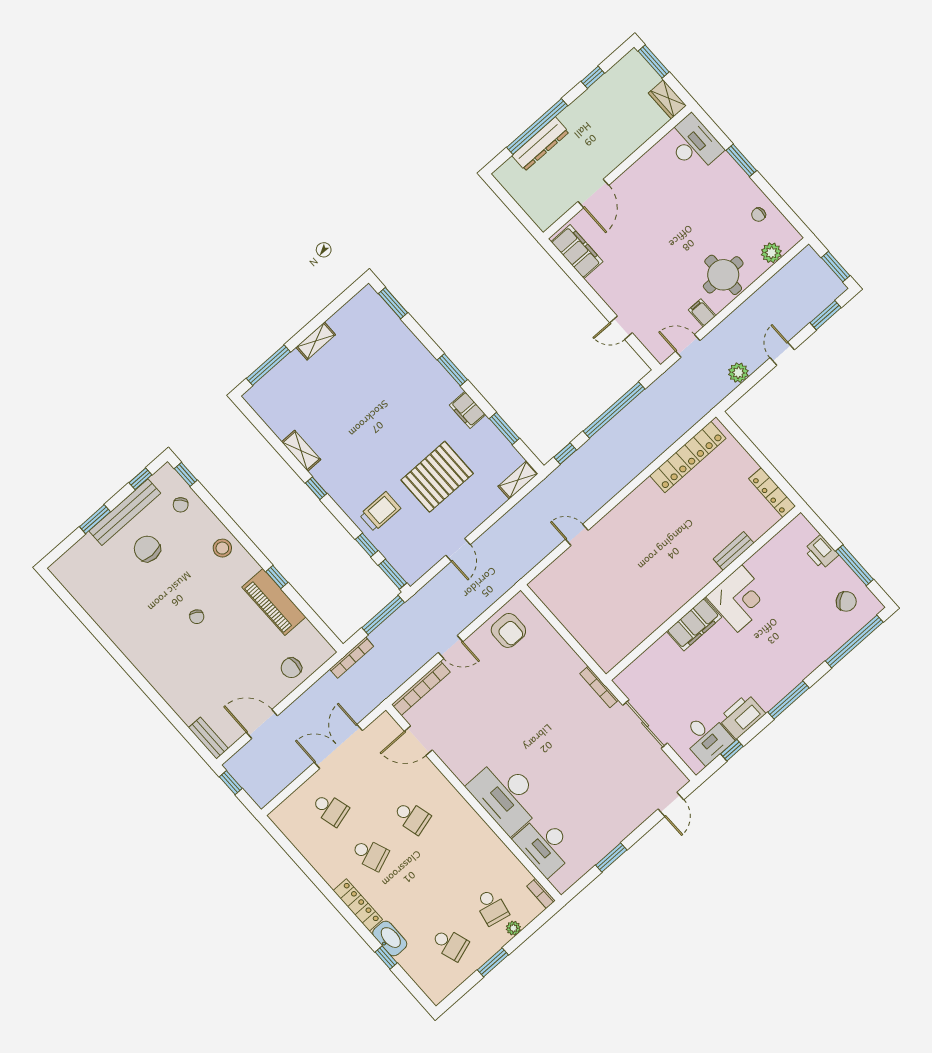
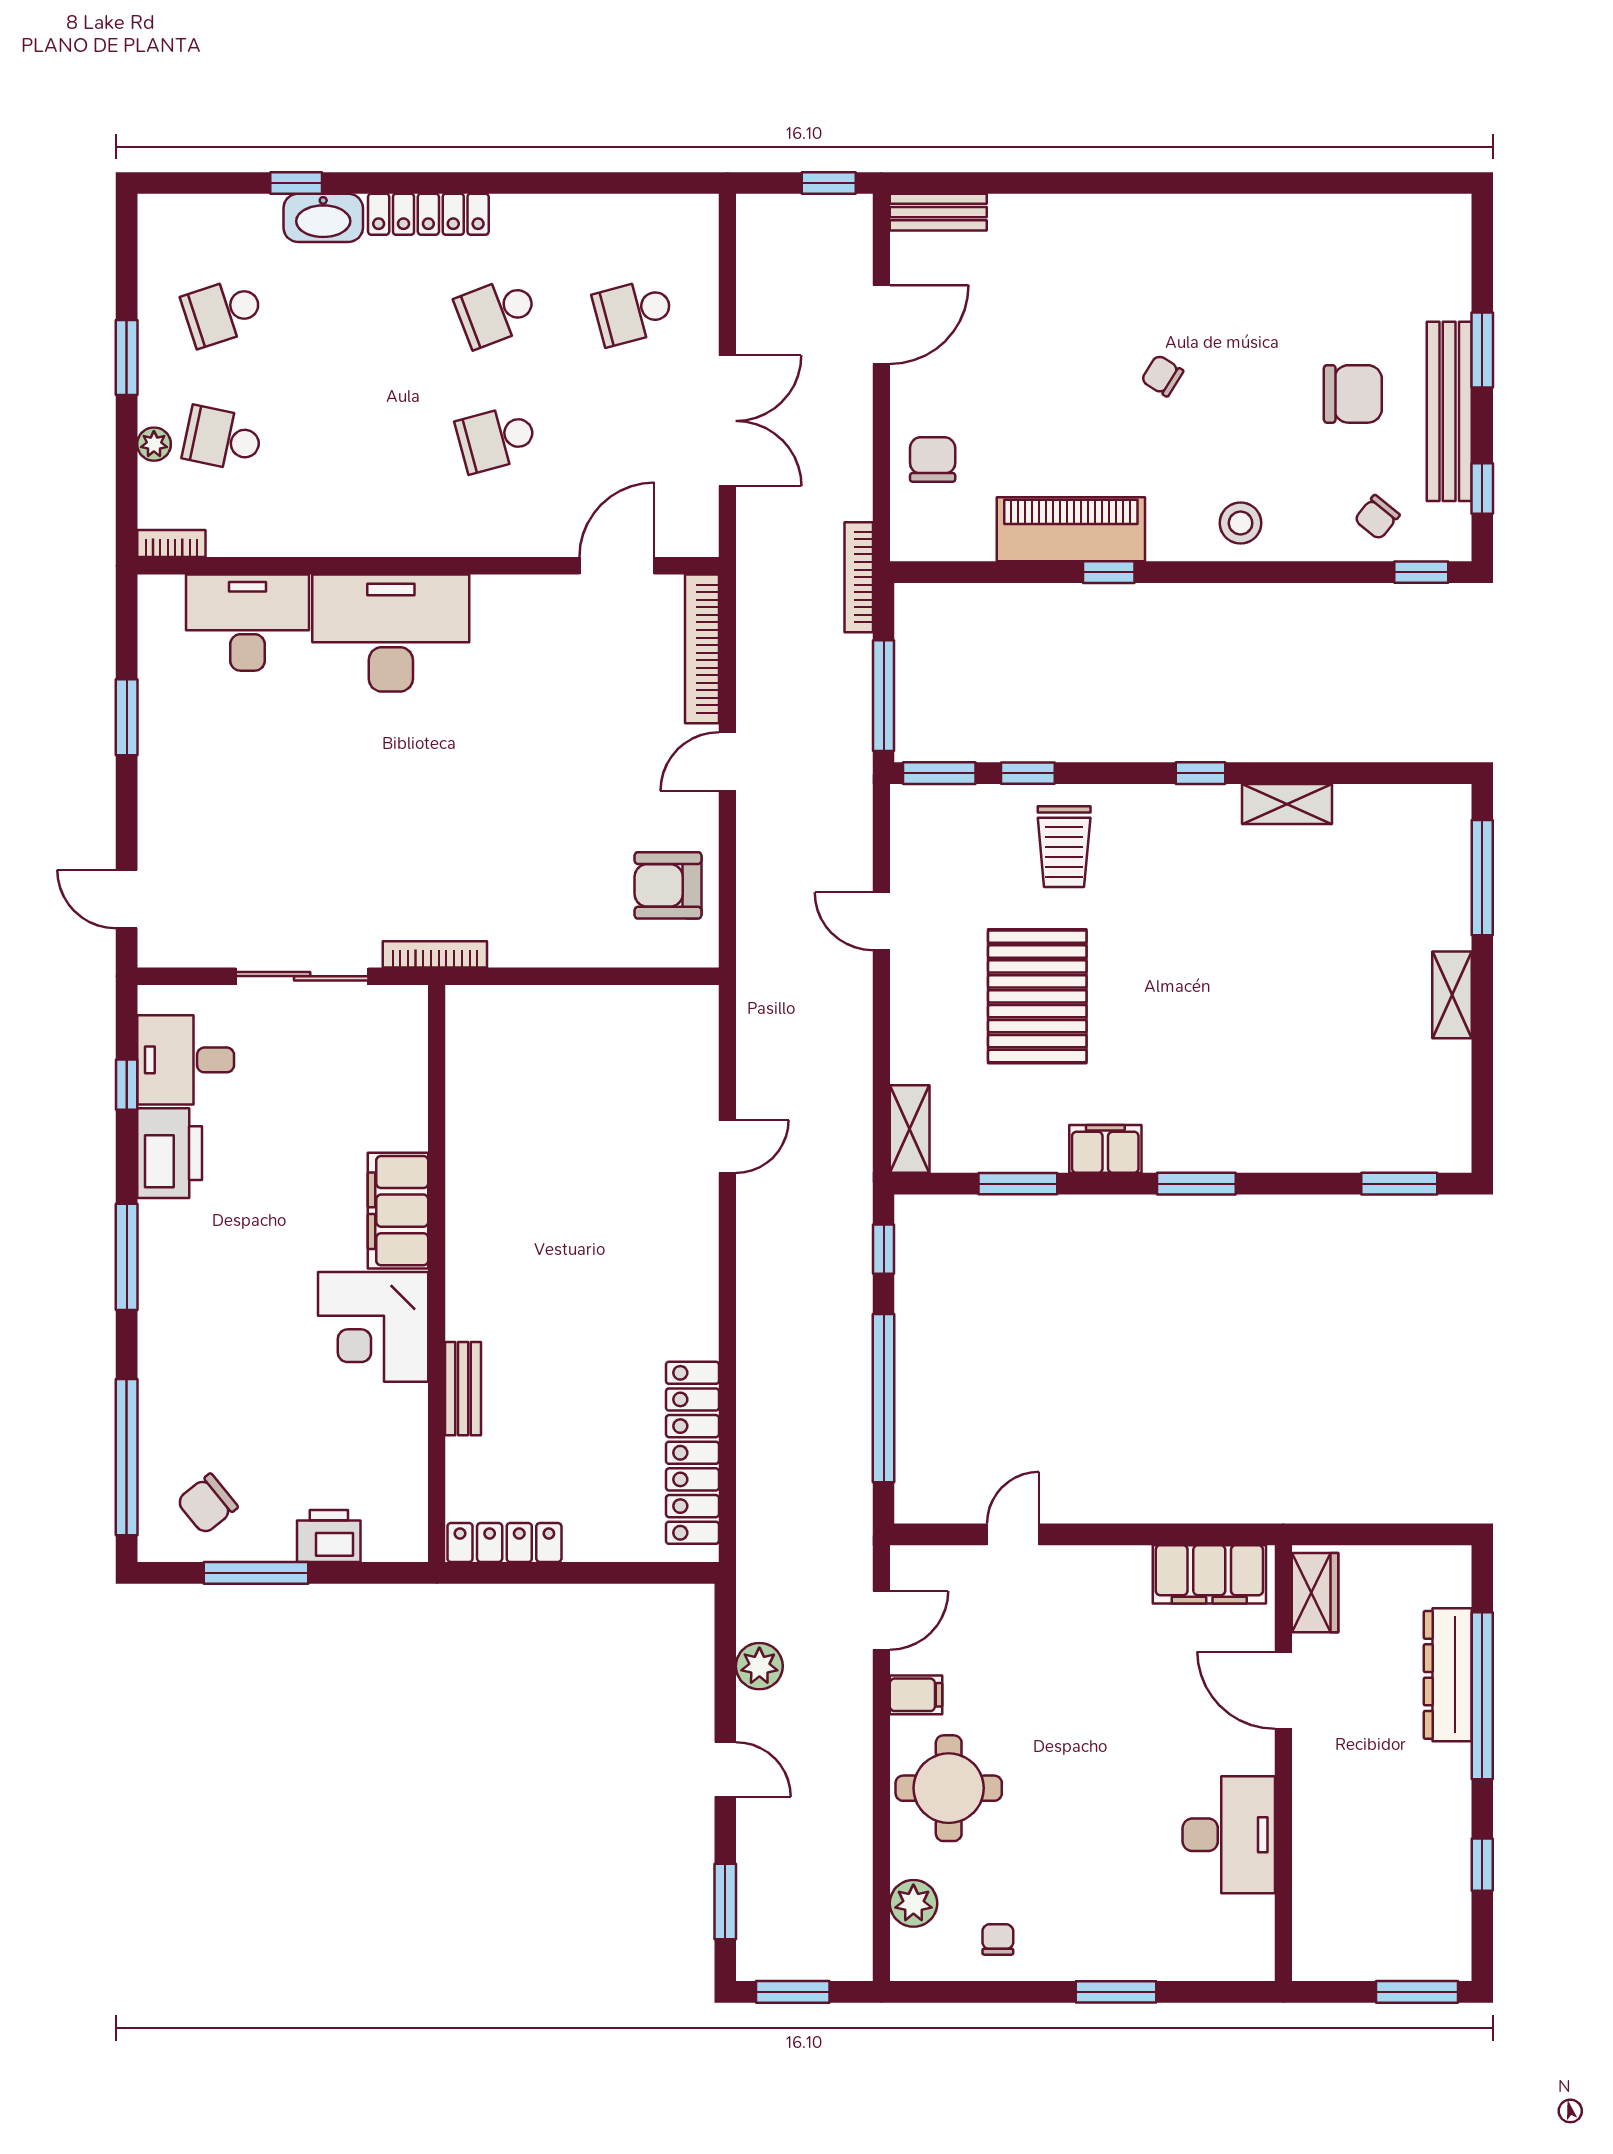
wardrobe: (667, 99) -> (1315, 1593), moved, turned 90
desk: (693, 144) -> (1229, 1835), moved, turned -90
chair: (181, 505) -> (1377, 517), turned -98

